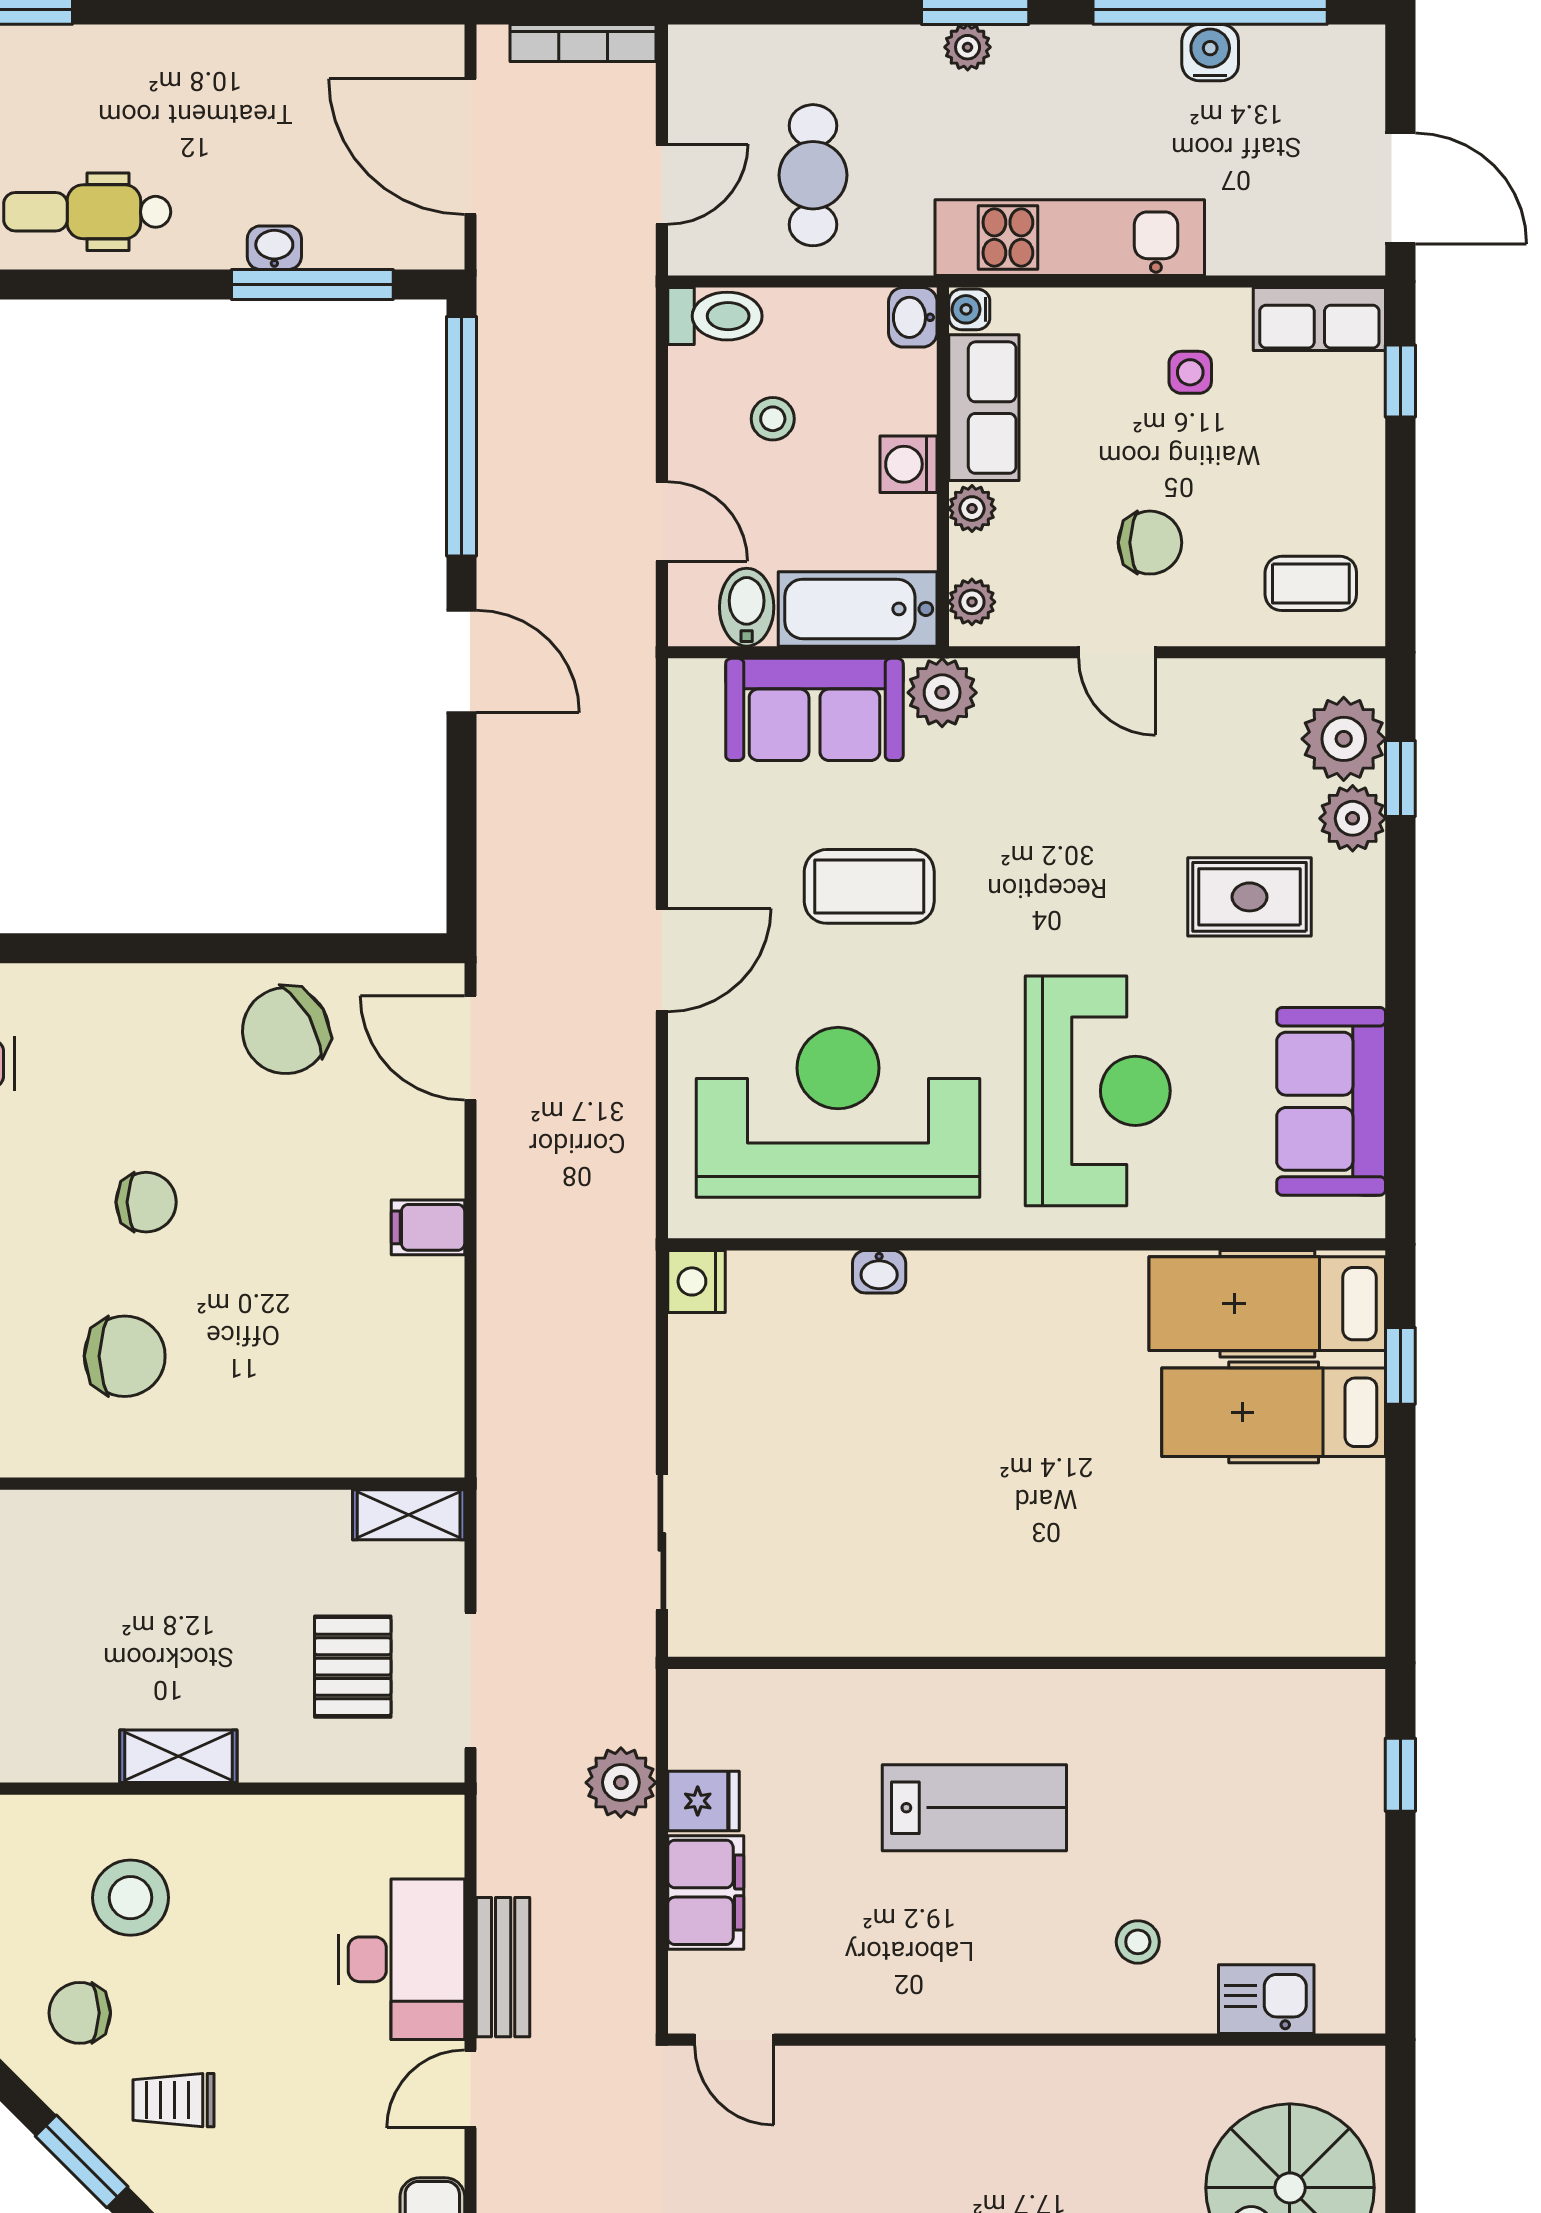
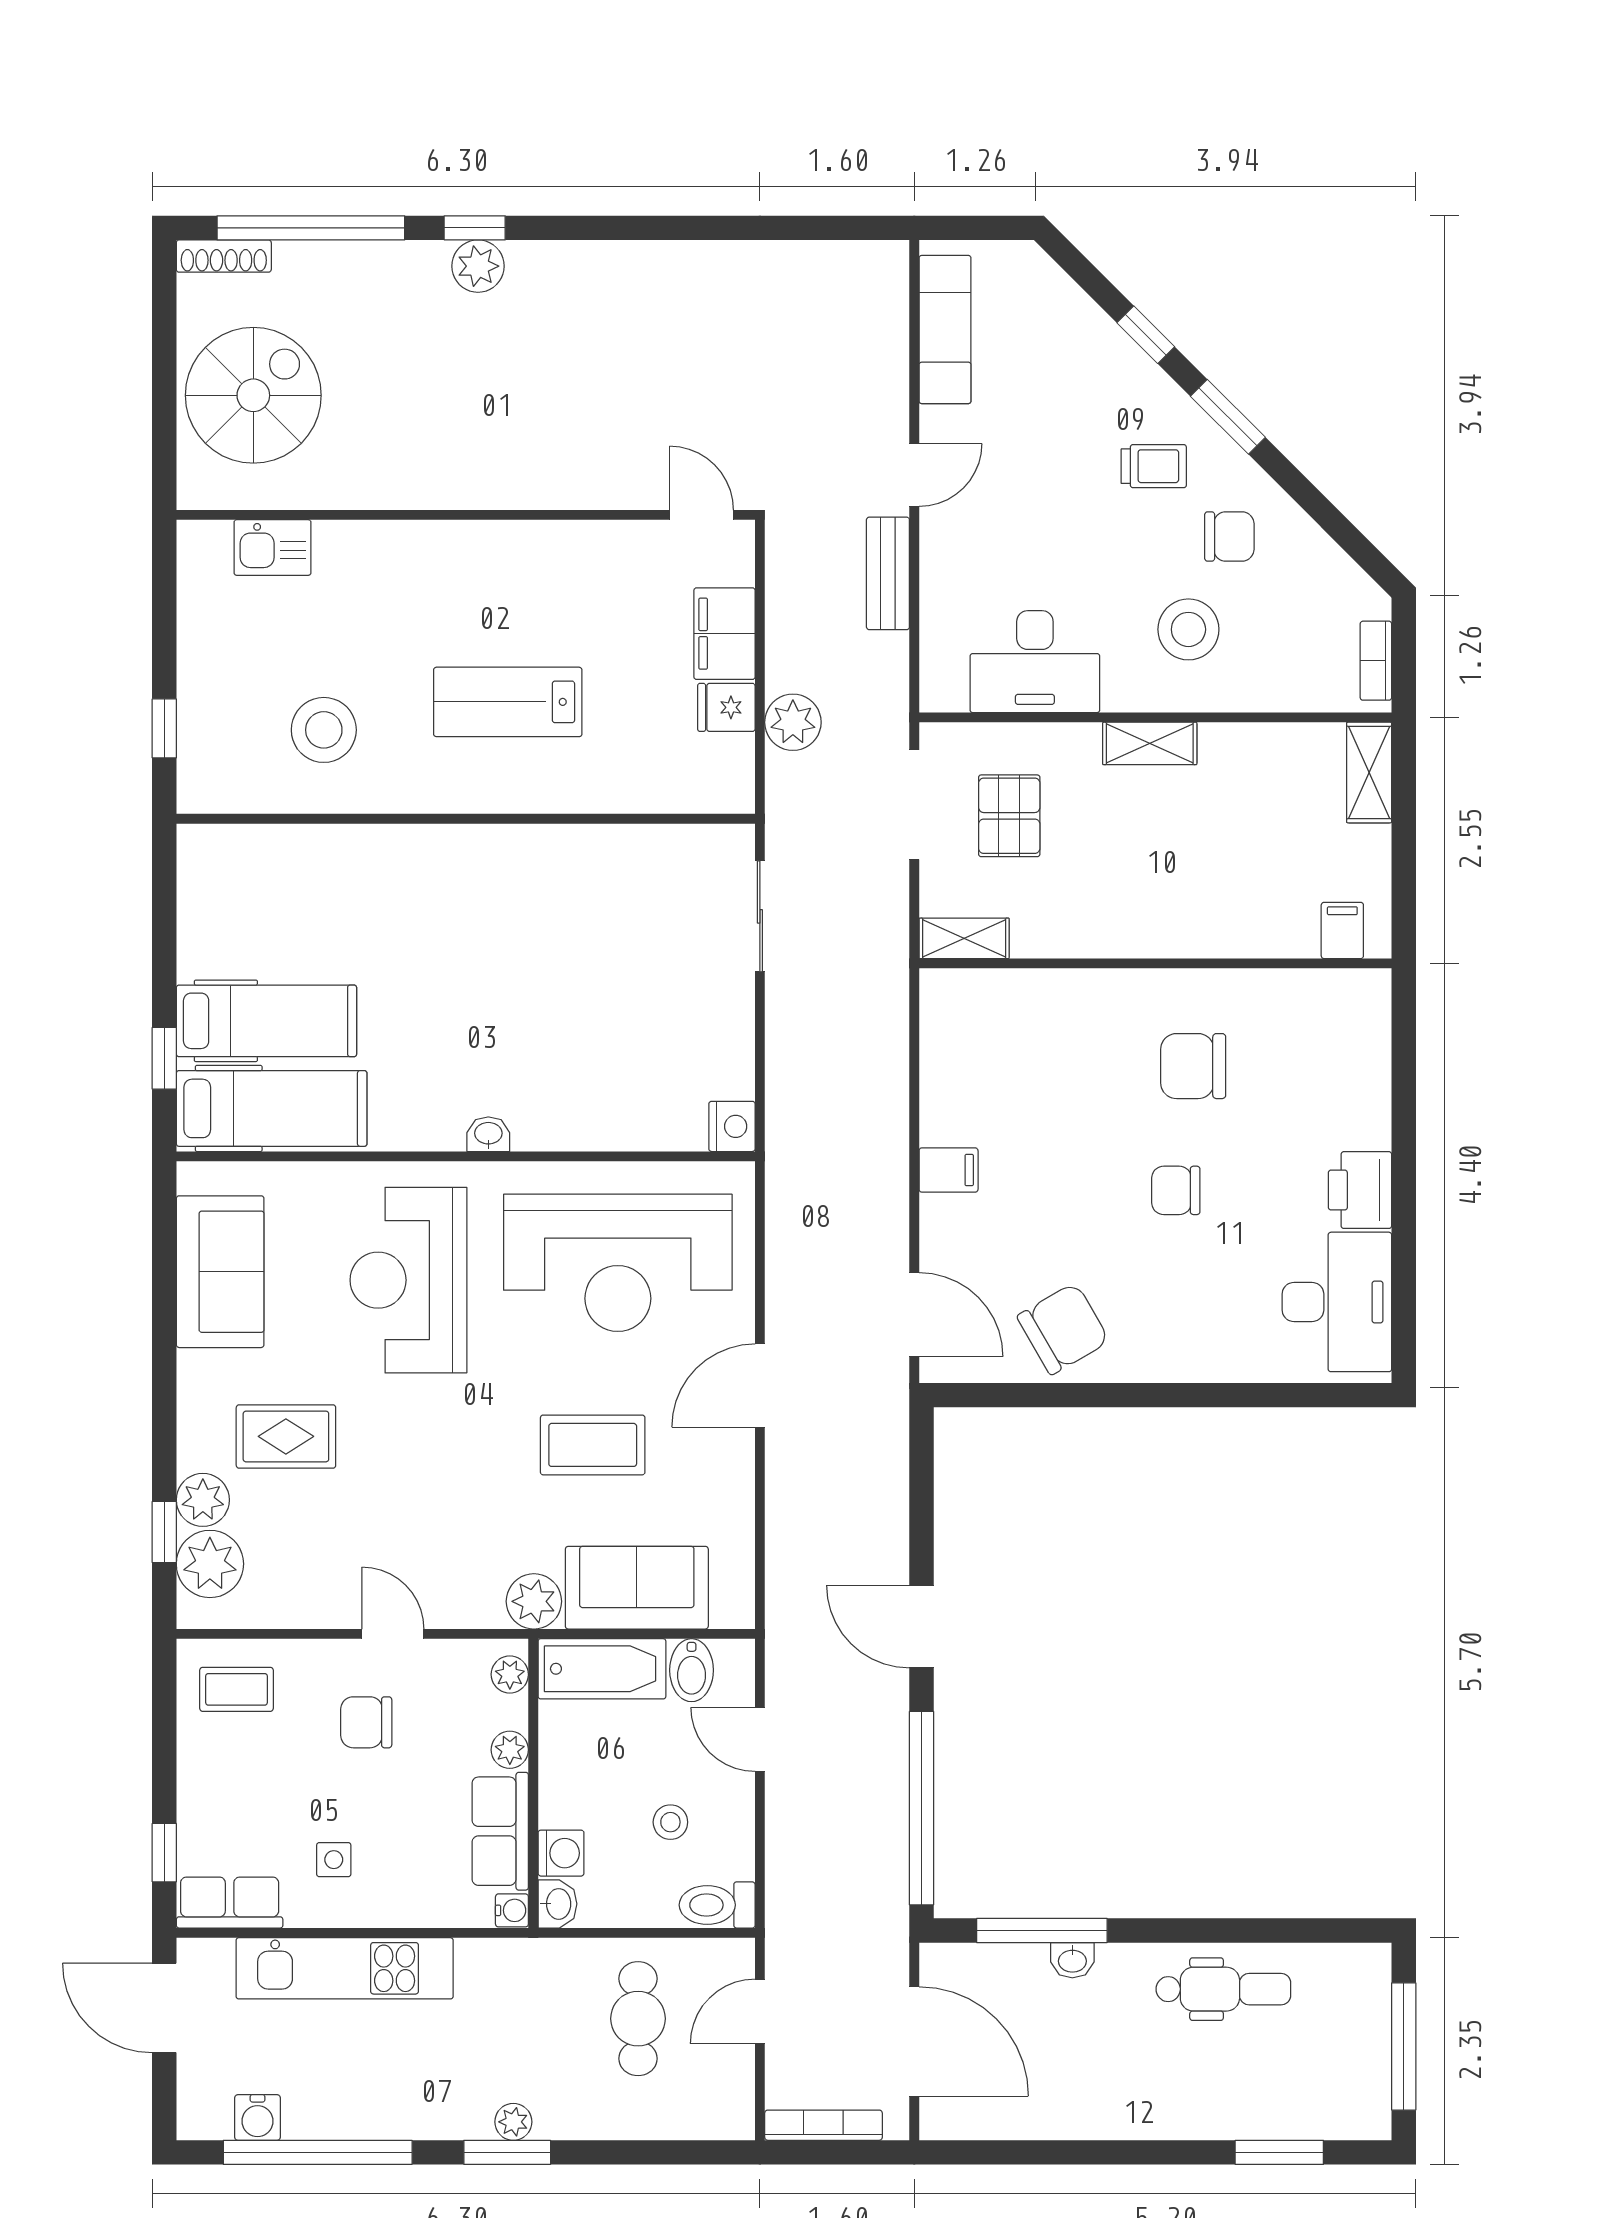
water cooler: (1210, 53) -> (257, 2117), moved
kitchen unit: (1070, 238) -> (345, 1968), moved
washing machine: (909, 464) -> (561, 1853), moved
washbasin: (879, 1272) -> (488, 1134), moved
stool: (1138, 1942) -> (324, 730), moved, width x1.89, depth x1.89
desk: (401, 1959) -> (1035, 662), moved, turned -90

